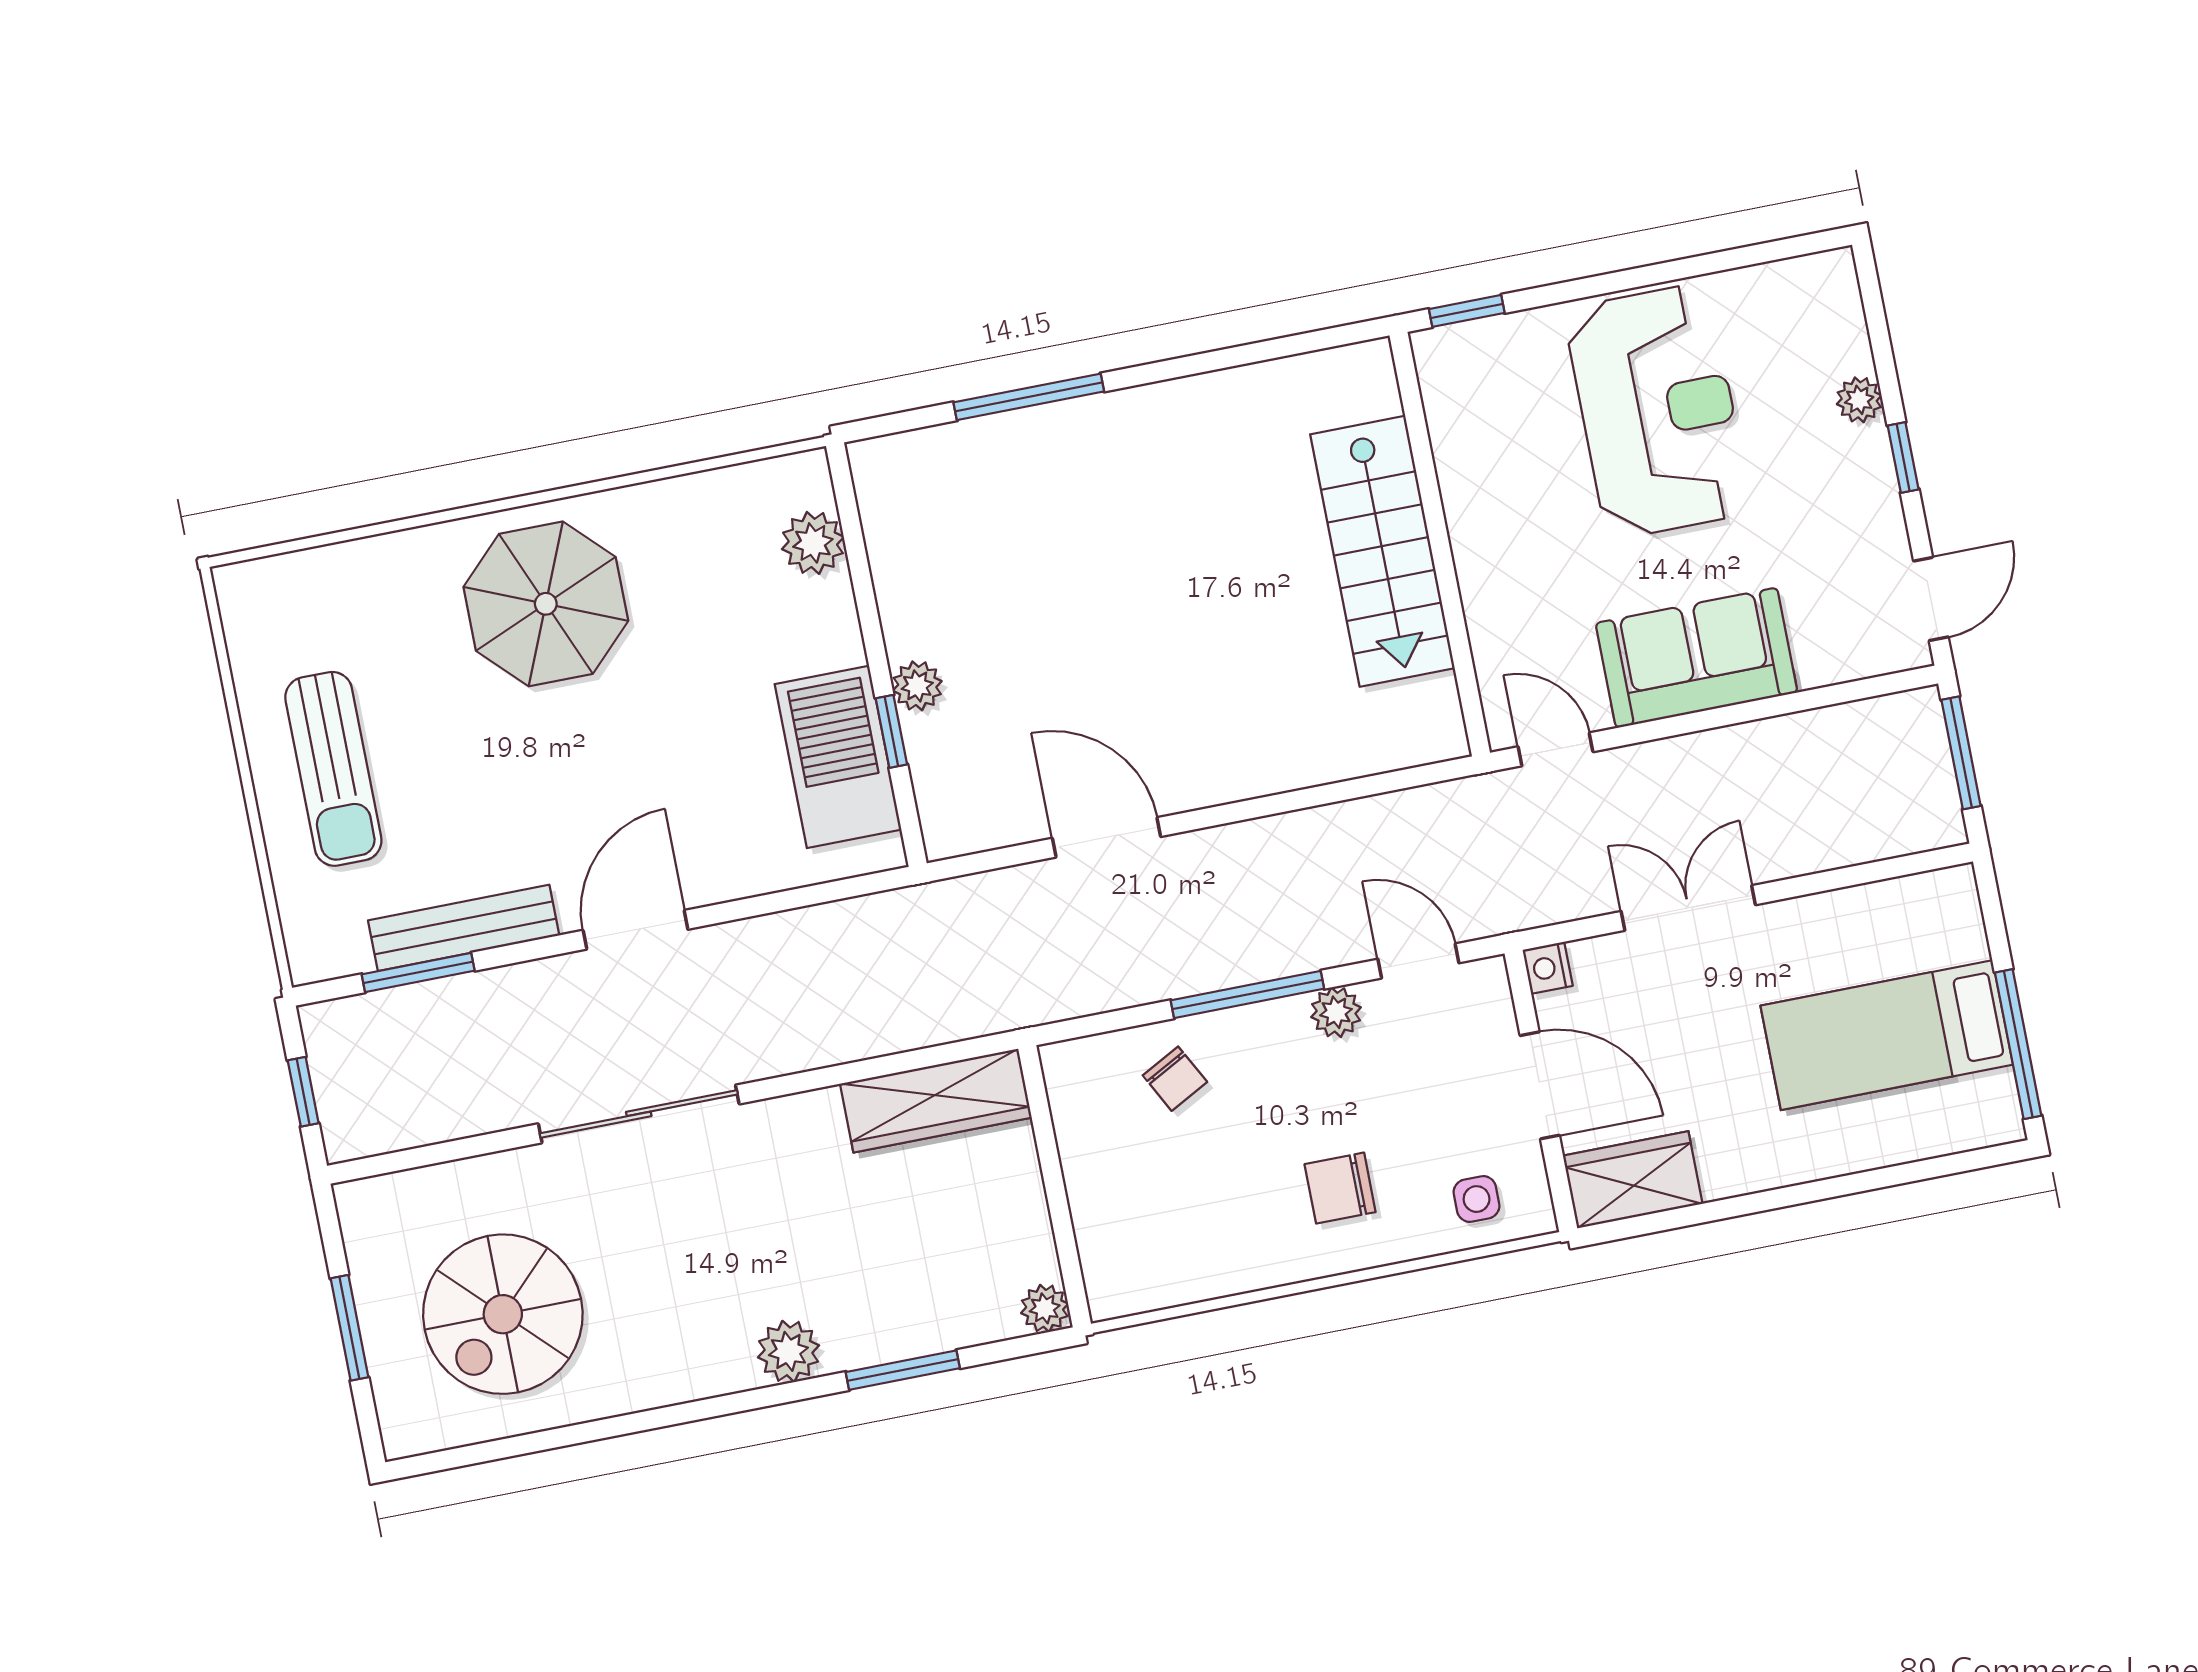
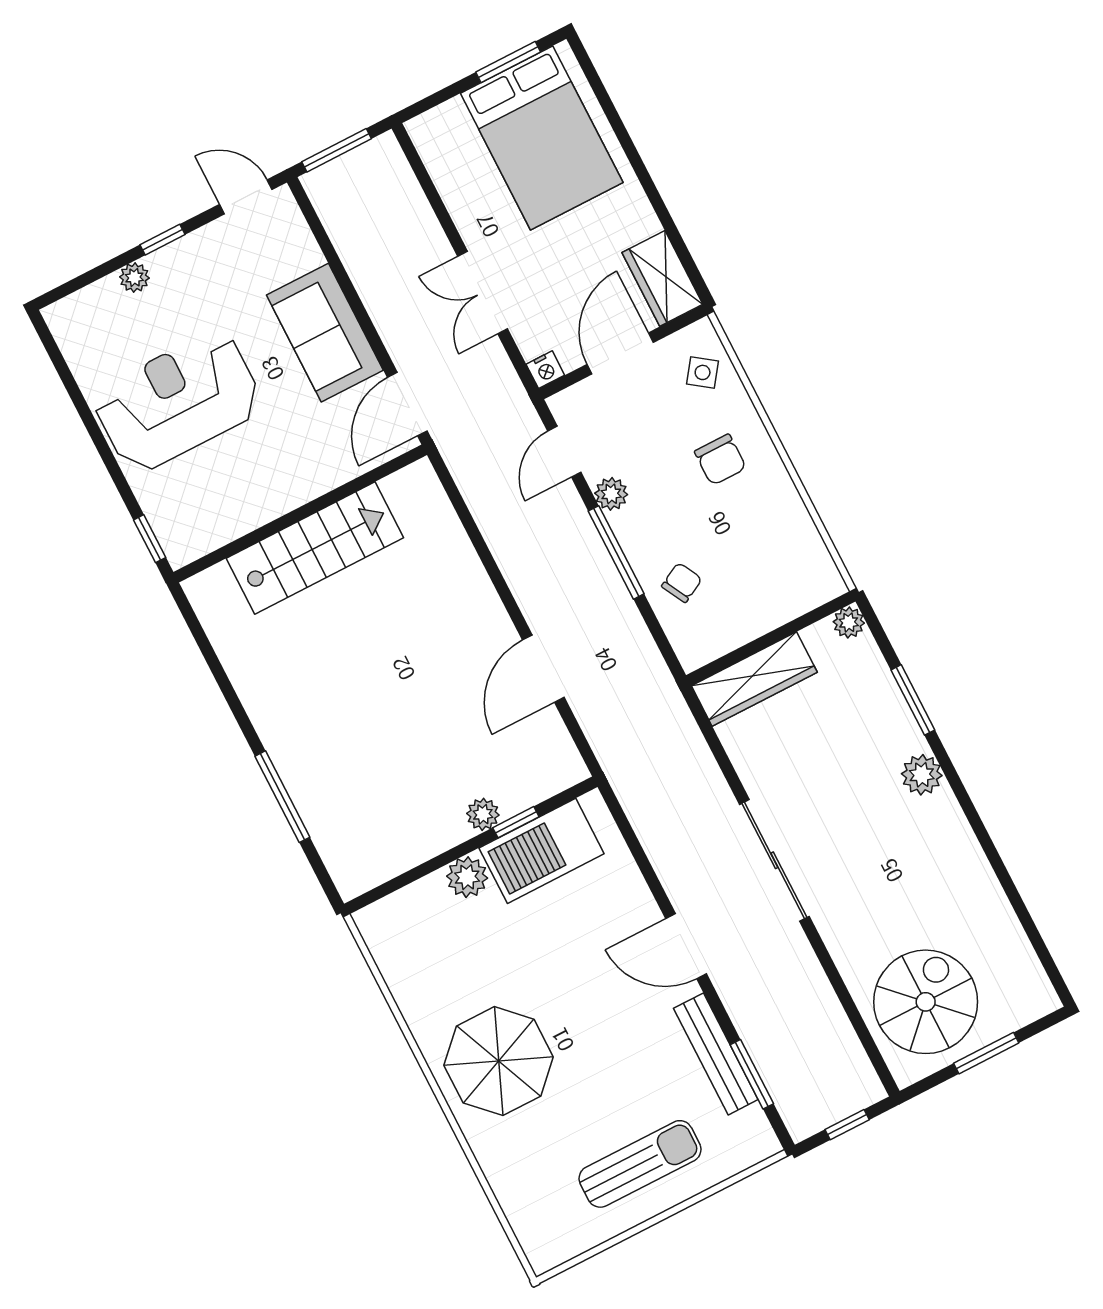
plant: (813, 543) -> (467, 877), moved
door: (1556, 749) -> (407, 404), width x1.38
bed: (1887, 1035) -> (542, 138), width x1.50
window: (2018, 1044) -> (508, 62), width x0.69
wardrobe: (936, 1101) -> (754, 679), moved, turned 90
sliding door: (639, 1114) -> (774, 860), moved
side table: (1477, 1199) -> (703, 372), turned 36
spiral stairs: (503, 1314) -> (926, 1002), moved, turned -90

